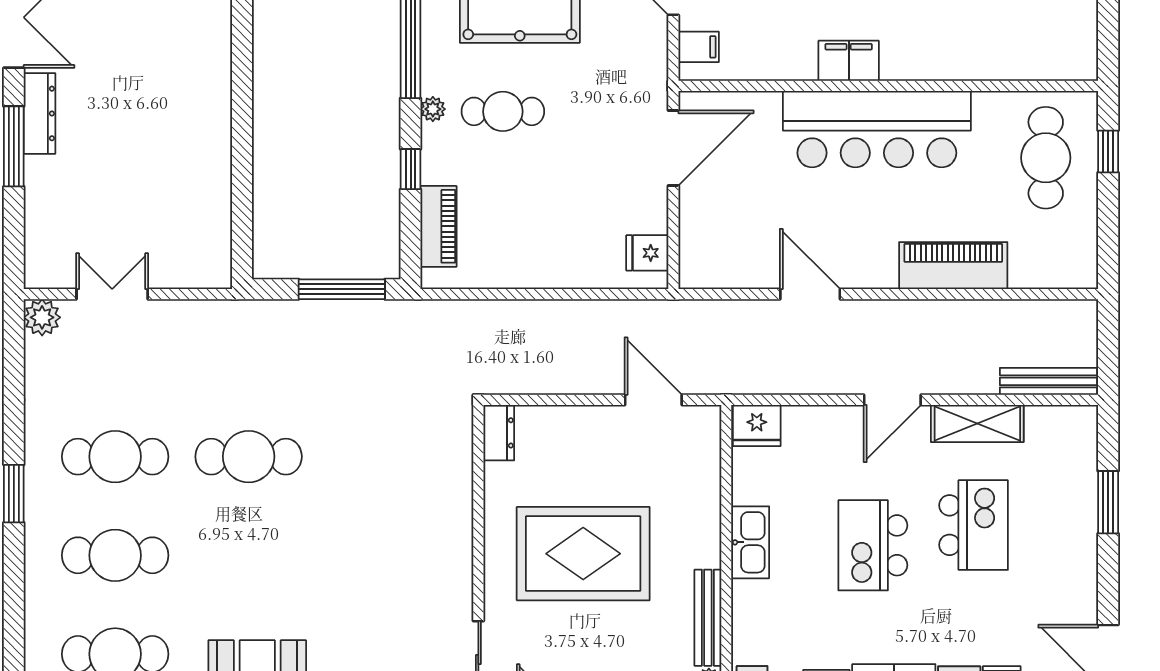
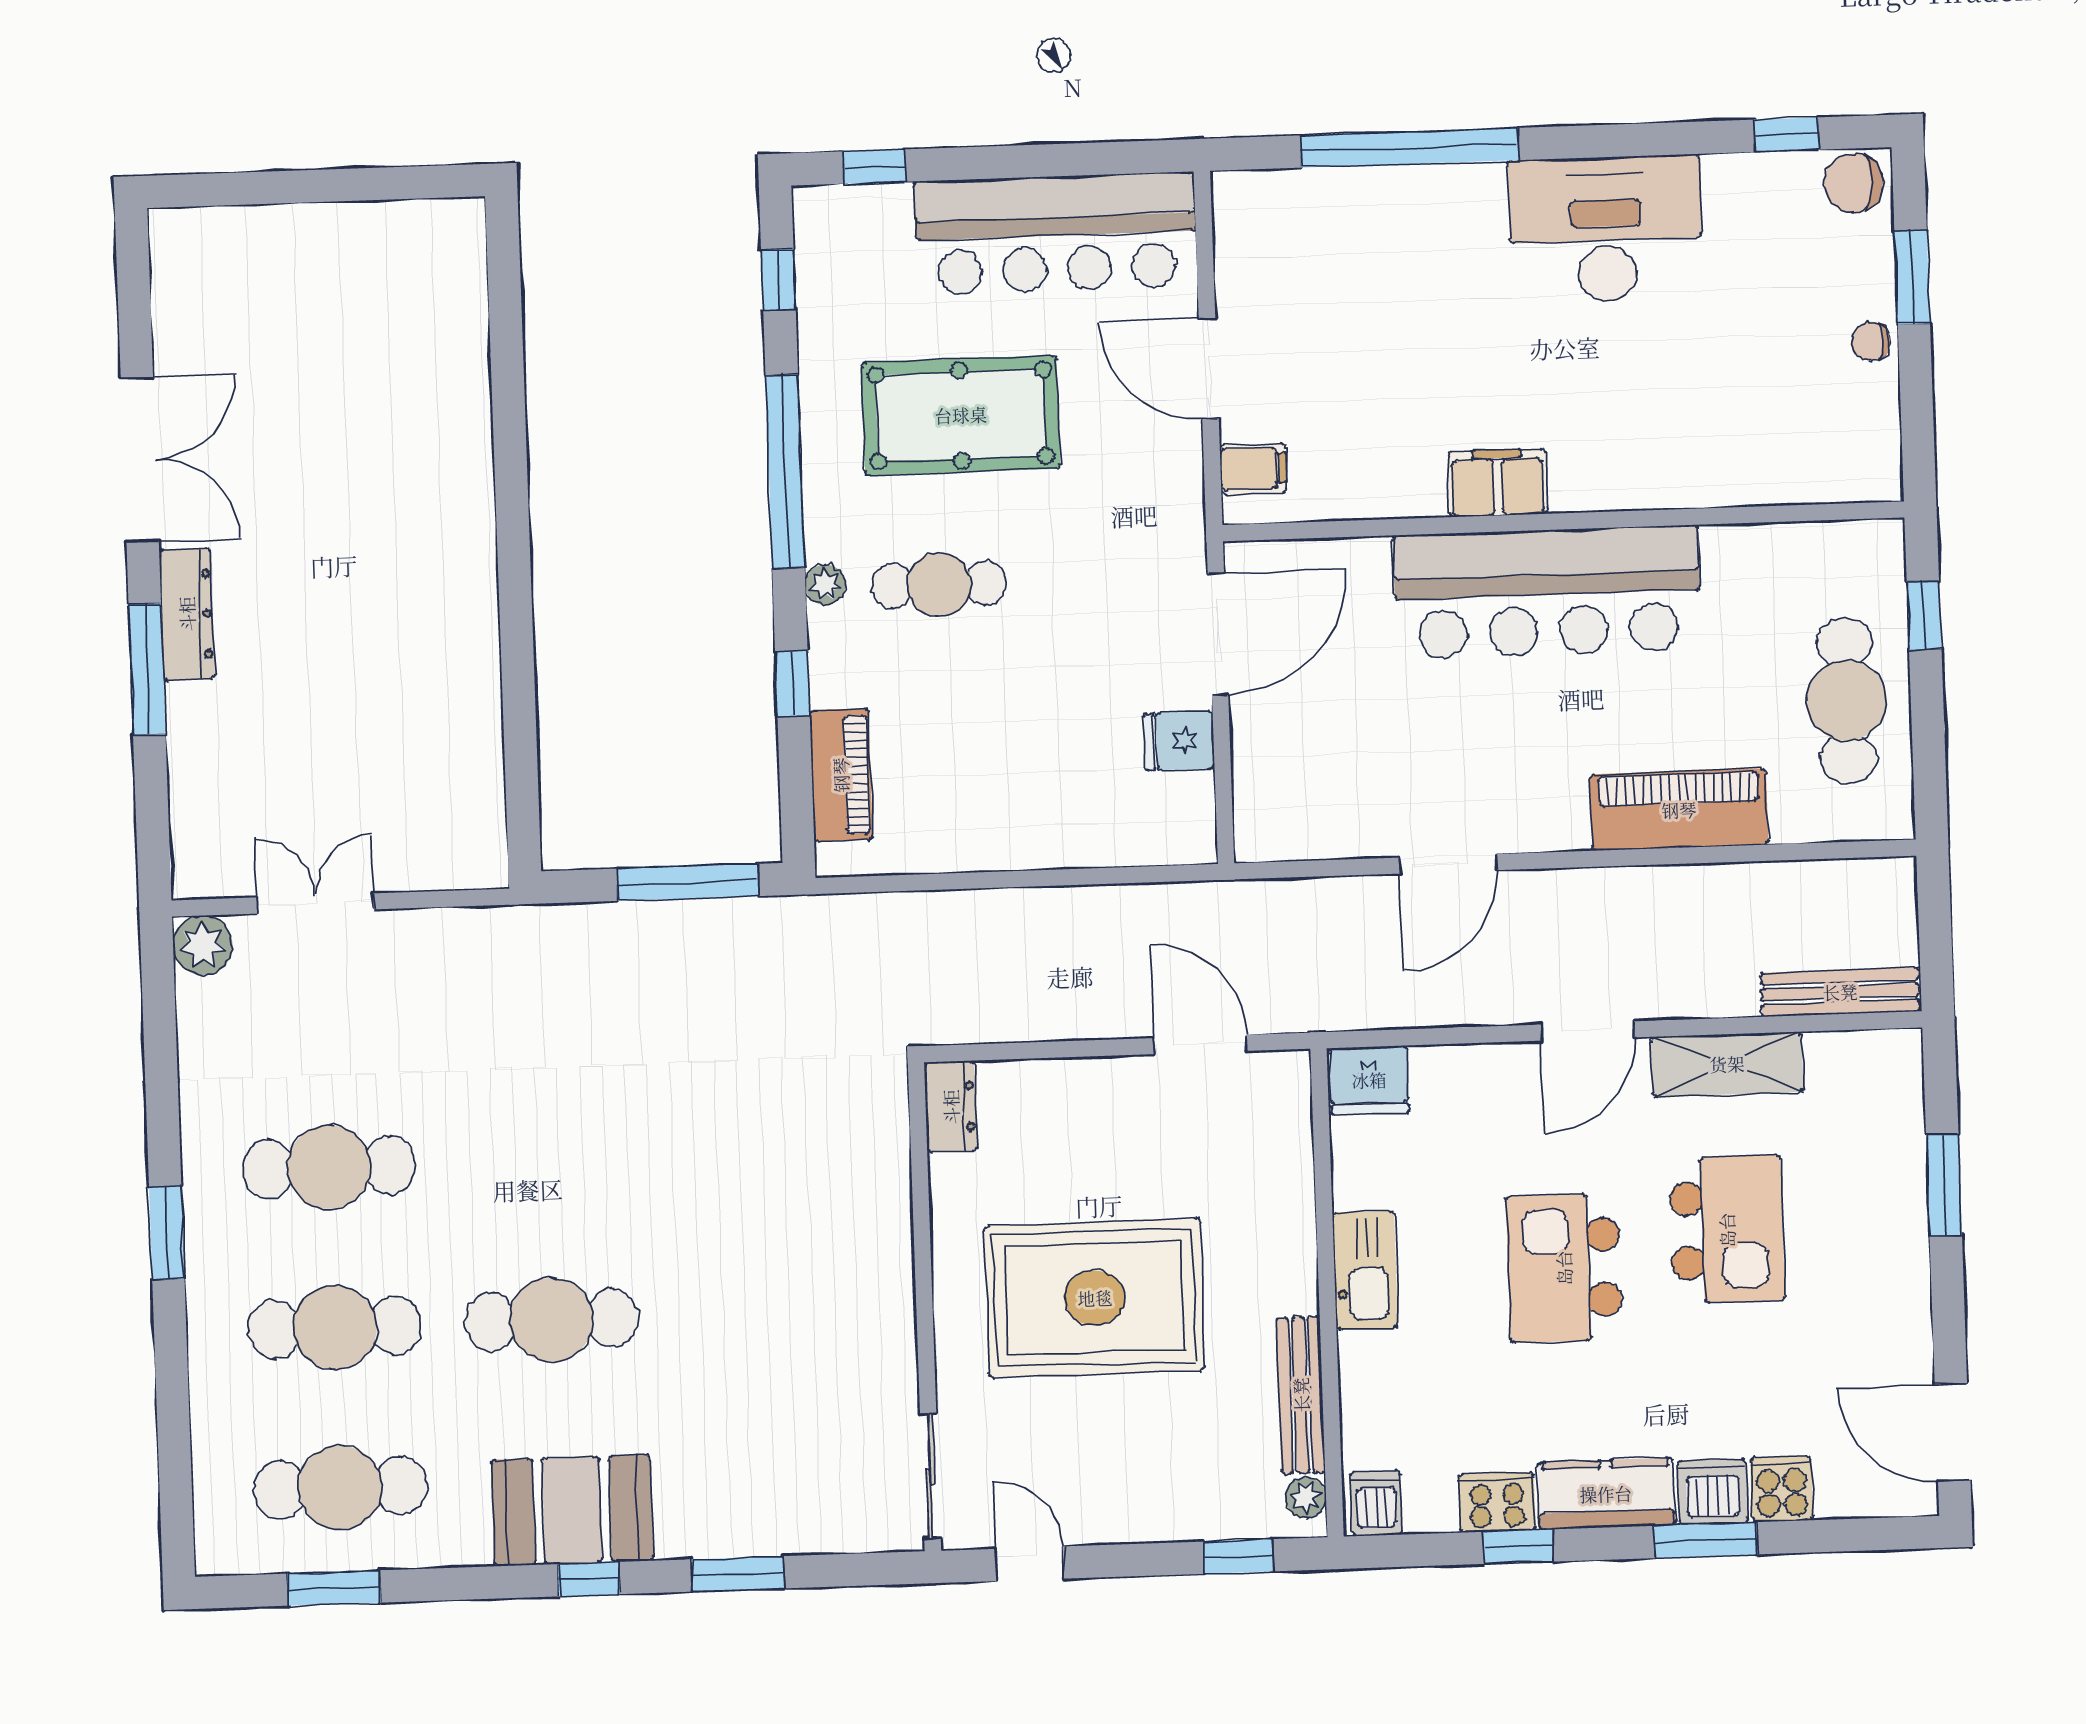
cafe table: (1046, 158) -> (1847, 701), moved
fridge: (647, 253) -> (1179, 741), moved
door: (810, 294) -> (1448, 864), swing flipped
cafe table: (249, 457) -> (551, 1320), moved

